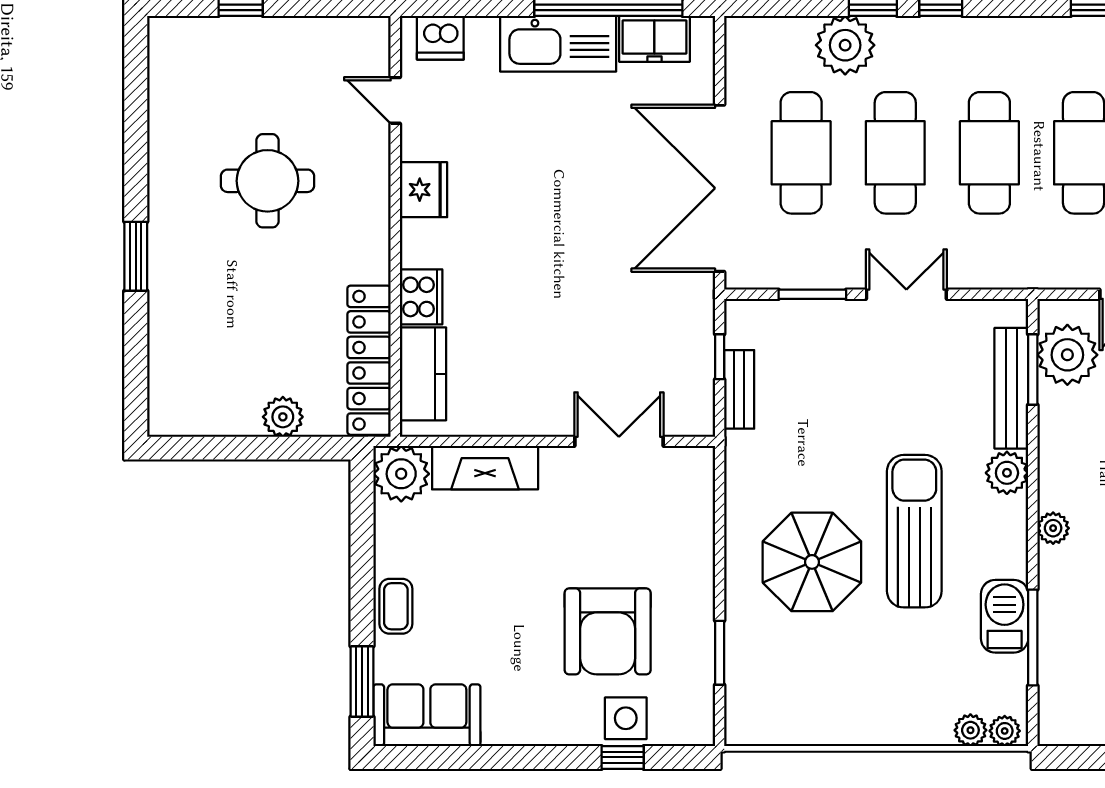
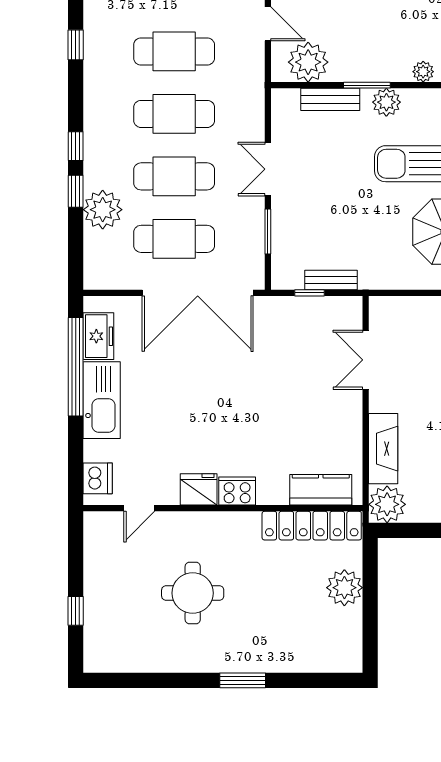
cooker: (421, 297) -> (237, 491), moved
window: (1033, 370) -> (367, 85), moved
bench: (1011, 388) -> (330, 99), width x0.73
plant: (283, 417) -> (344, 588), width x1.36, depth x1.36

